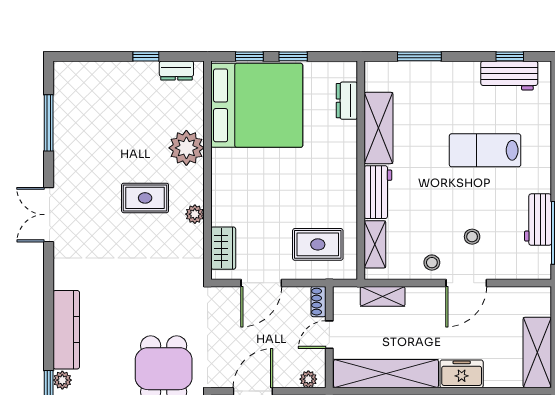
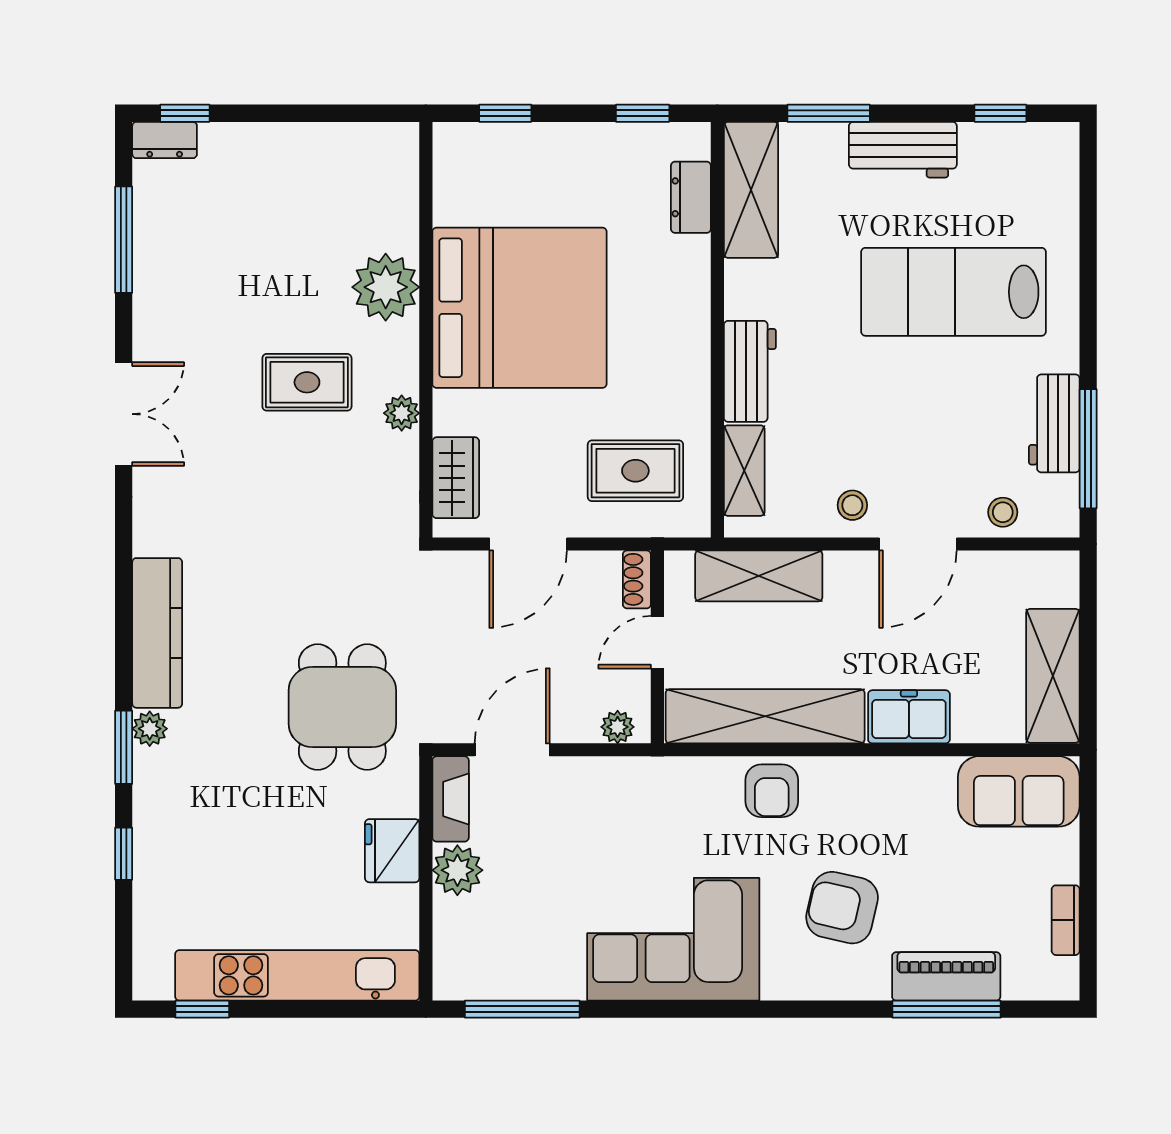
window: (146, 56) -> (185, 113), moved
window: (293, 56) -> (643, 113), moved
dresser: (176, 70) -> (165, 140), moved
workbench: (509, 76) -> (903, 150), moved
bed: (257, 105) -> (519, 308), moved
shelving: (379, 128) -> (751, 190), moved
lab bench: (485, 150) -> (953, 292), width x1.36, depth x1.39
double door: (49, 215) -> (124, 414), swing flipped
stool: (472, 237) -> (1003, 512), moved
shelving: (383, 296) -> (759, 576), width x1.50, depth x1.33

